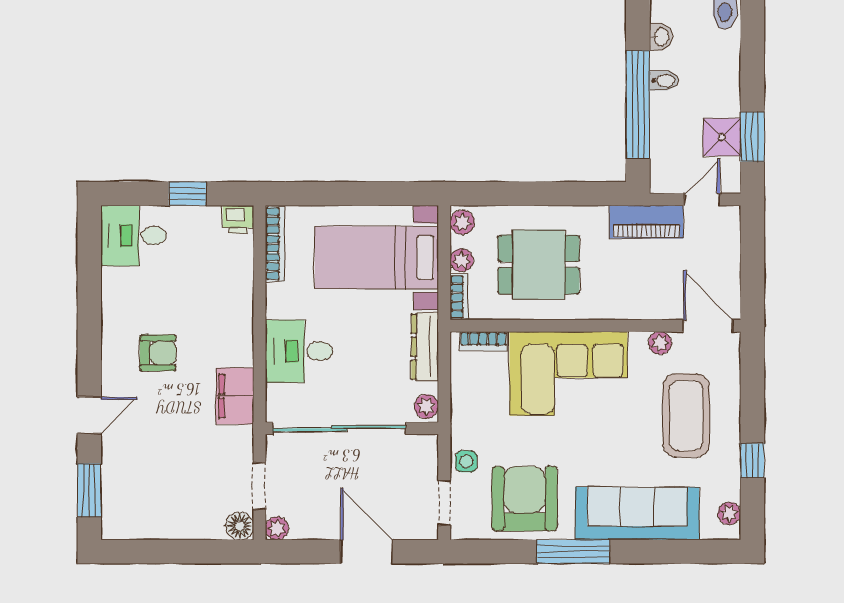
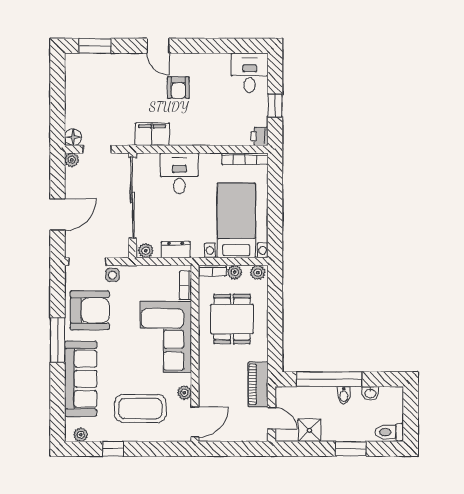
window: (752, 137) -> (351, 449), moved
dresser: (425, 347) -> (176, 250), width x0.70
door: (89, 415) -> (158, 46), moved
doorway: (444, 503) -> (87, 262), width x1.38

